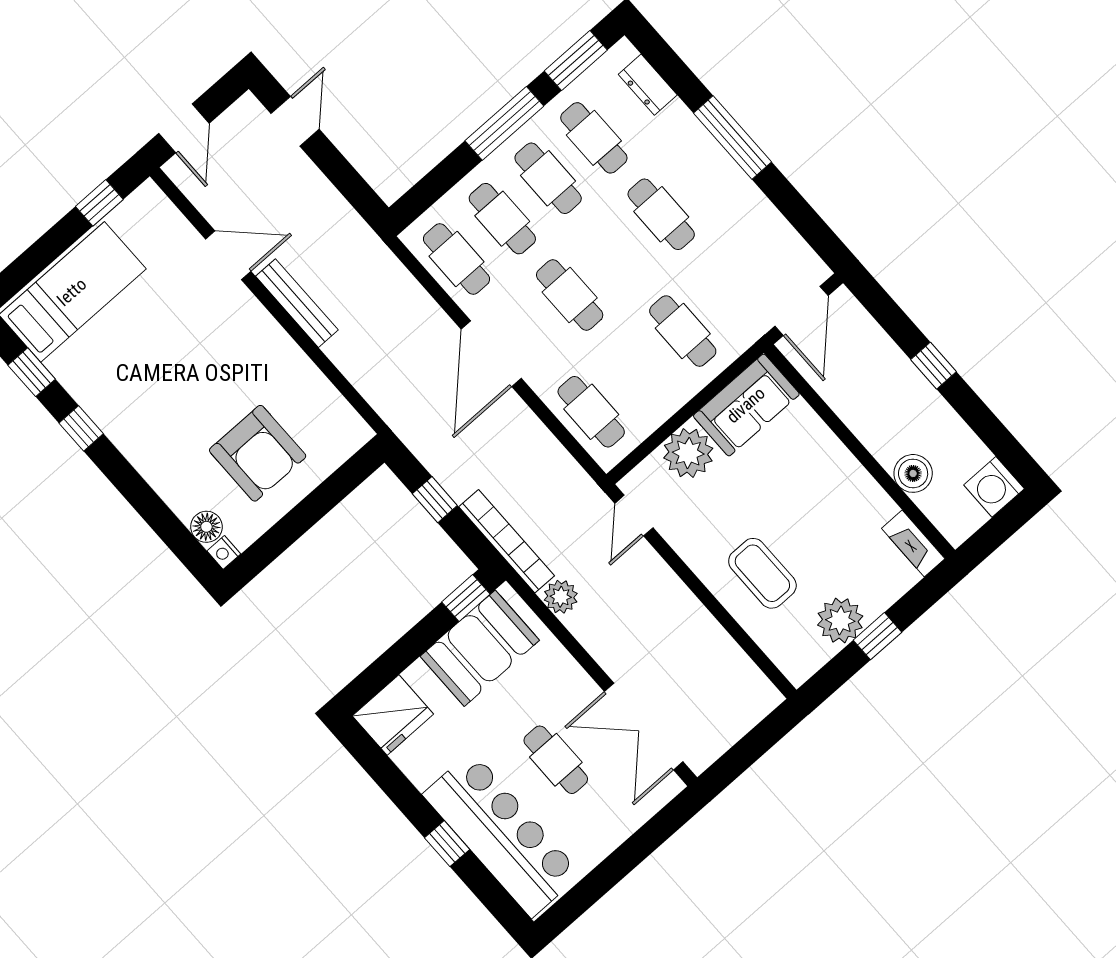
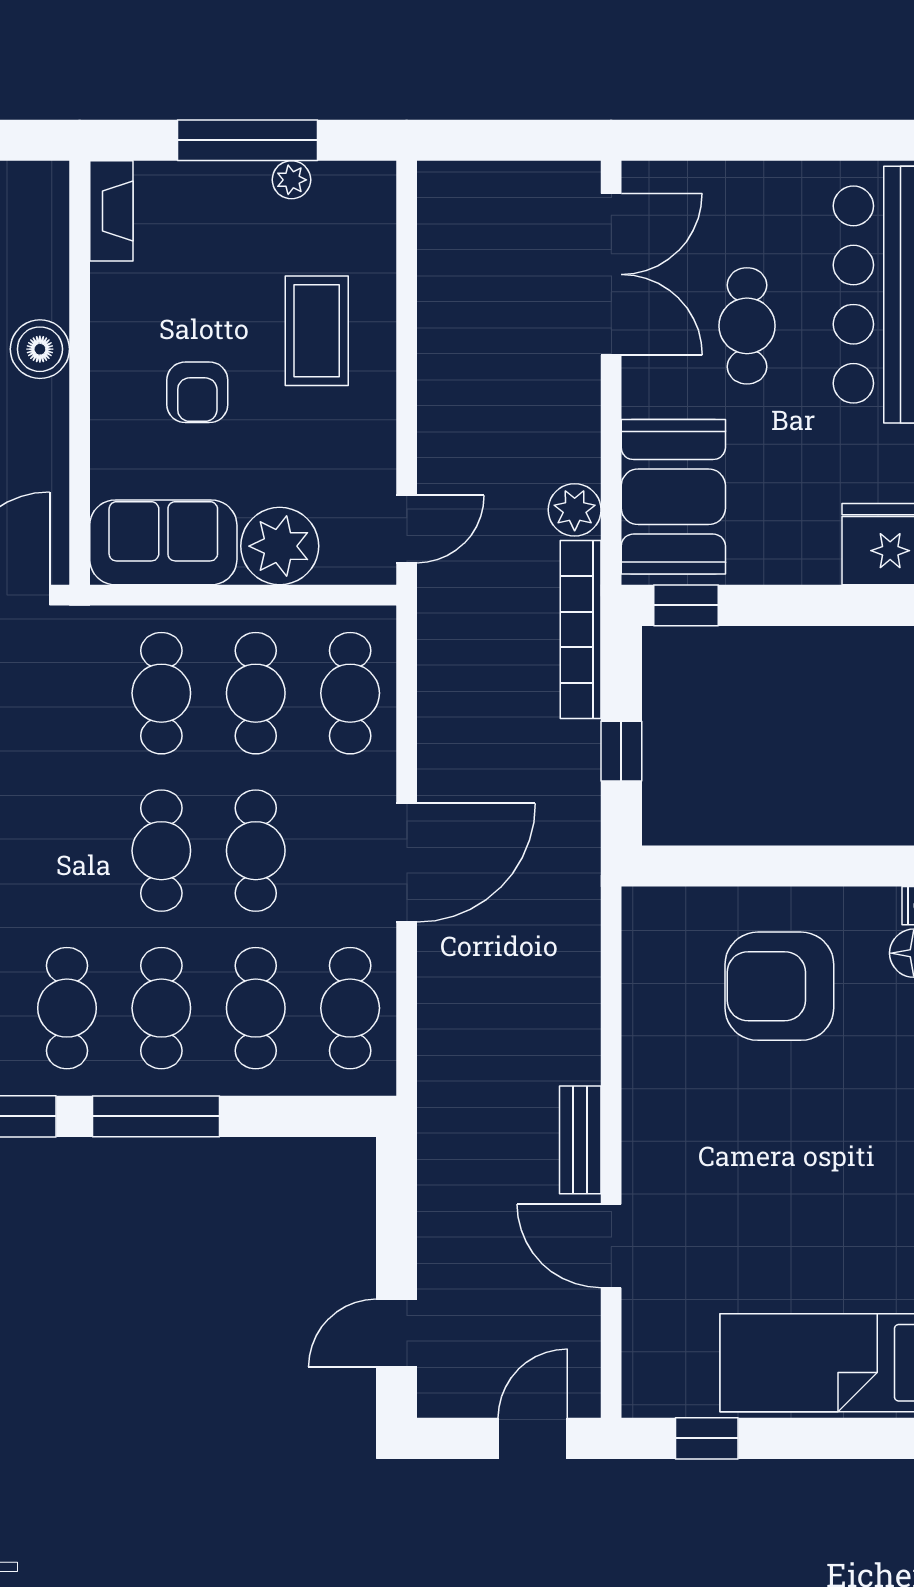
cafe table: (661, 214) -> (161, 851), moved
bench: (297, 303) -> (580, 1140), width x0.73
cafe table: (637, 371) -> (256, 693), added
armchair: (258, 453) -> (779, 986), turned -90
boiler: (913, 473) -> (40, 349), moved
armchair: (794, 492) -> (197, 392), added
plant: (840, 620) -> (291, 180), width x0.53, depth x0.53
window: (877, 636) -> (248, 140), width x2.17
booth: (480, 648) -> (673, 497), moved, turned 90

